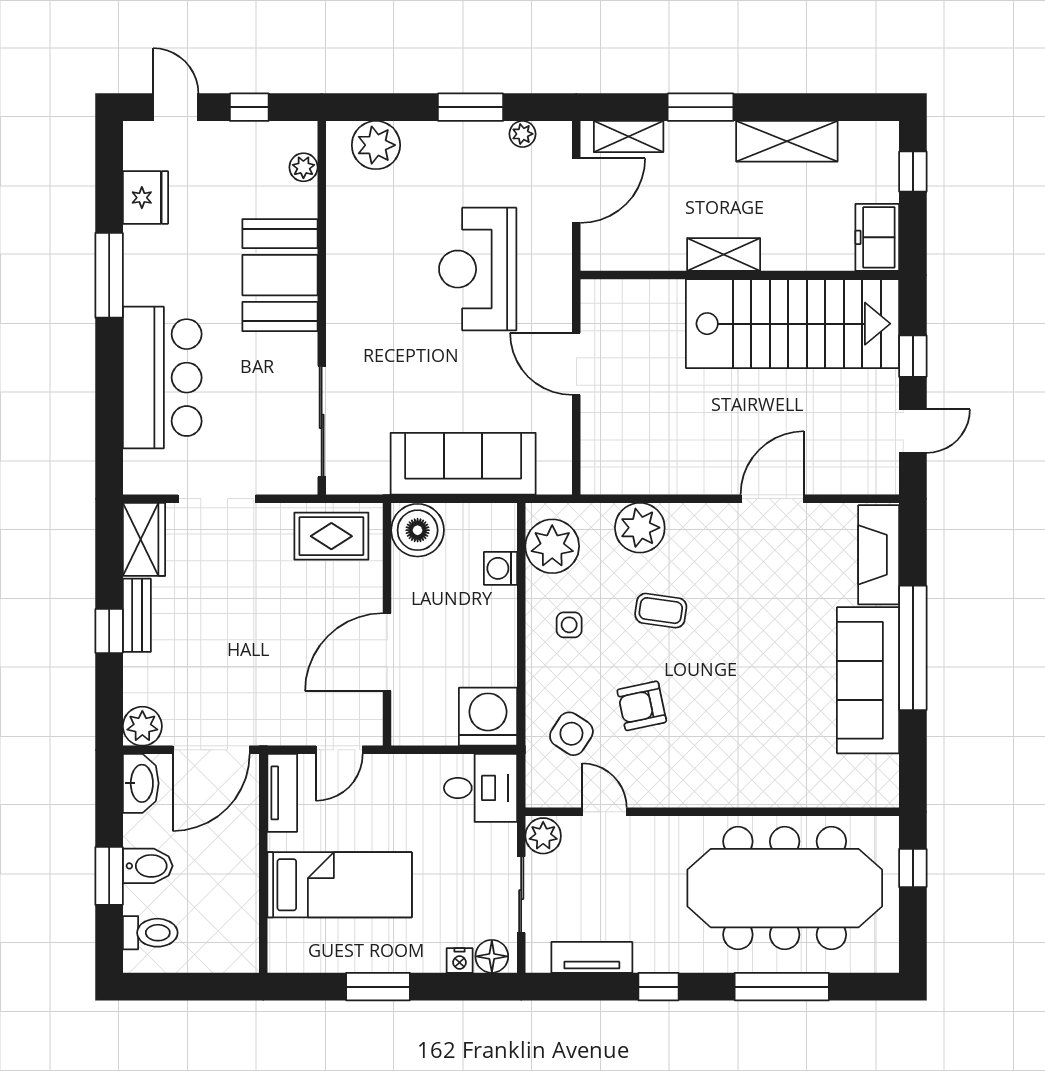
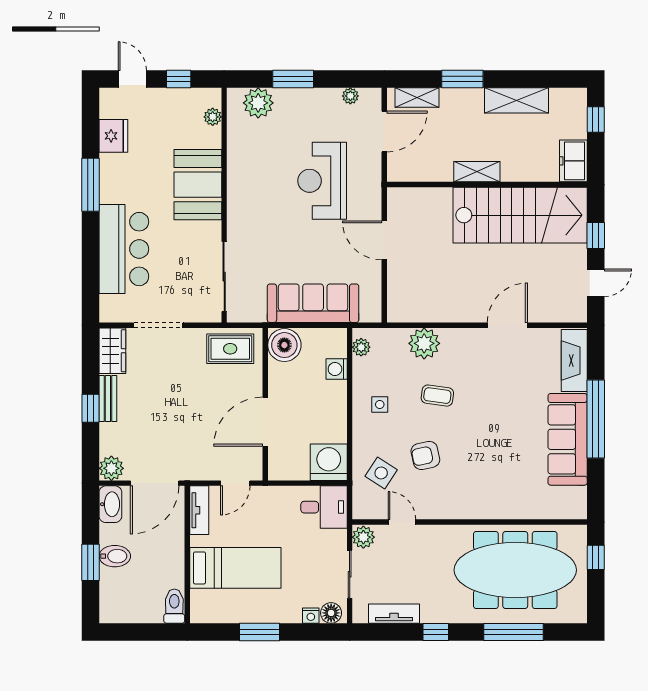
window: (471, 107) -> (293, 79), moved
plant: (552, 546) -> (361, 347), width x0.53, depth x0.53
toilet: (150, 933) -> (174, 606), moved, turned -90

